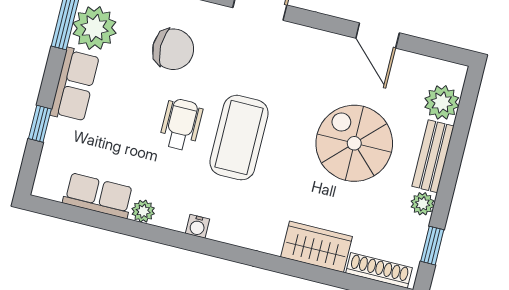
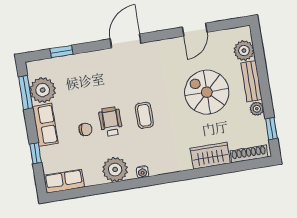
door: (378, 35) -> (195, 30), hinge flipped
chair: (173, 49) -> (85, 129), moved, width x0.54, depth x0.54
coffee table: (239, 138) -> (144, 115), width x0.54, depth x0.58
row of seats: (98, 196) -> (64, 181), moved
plant: (143, 211) -> (115, 169), width x1.88, depth x1.88

